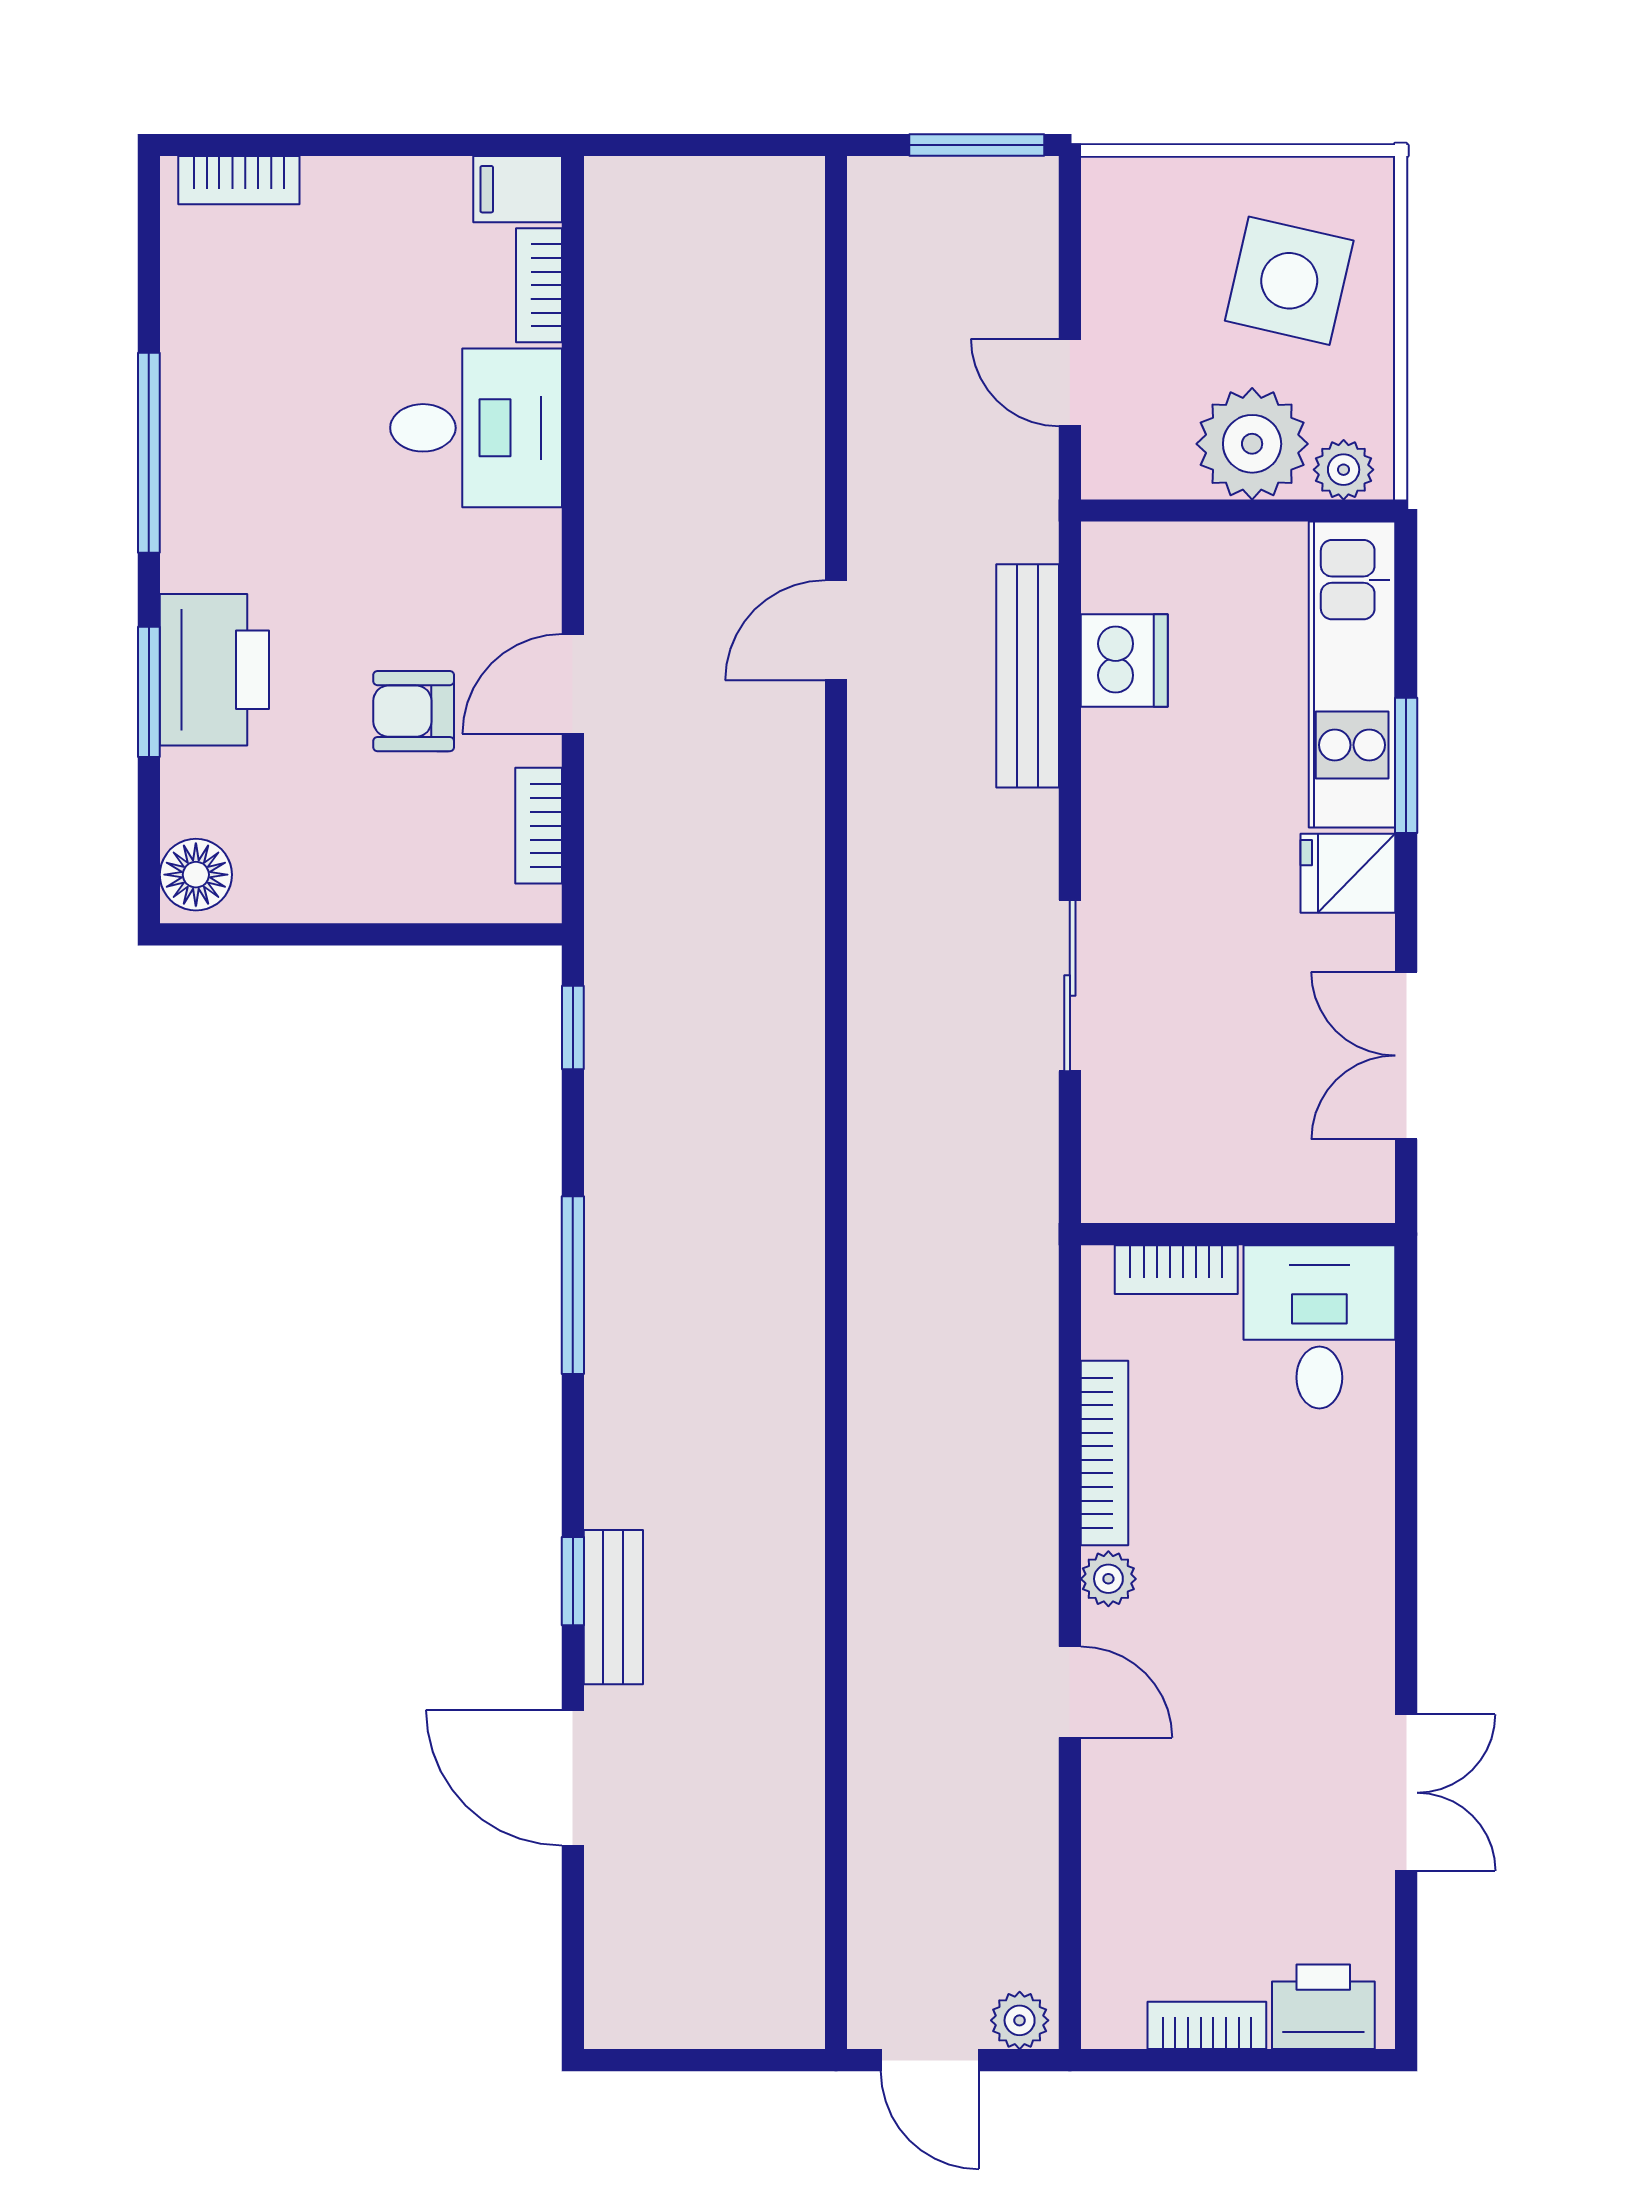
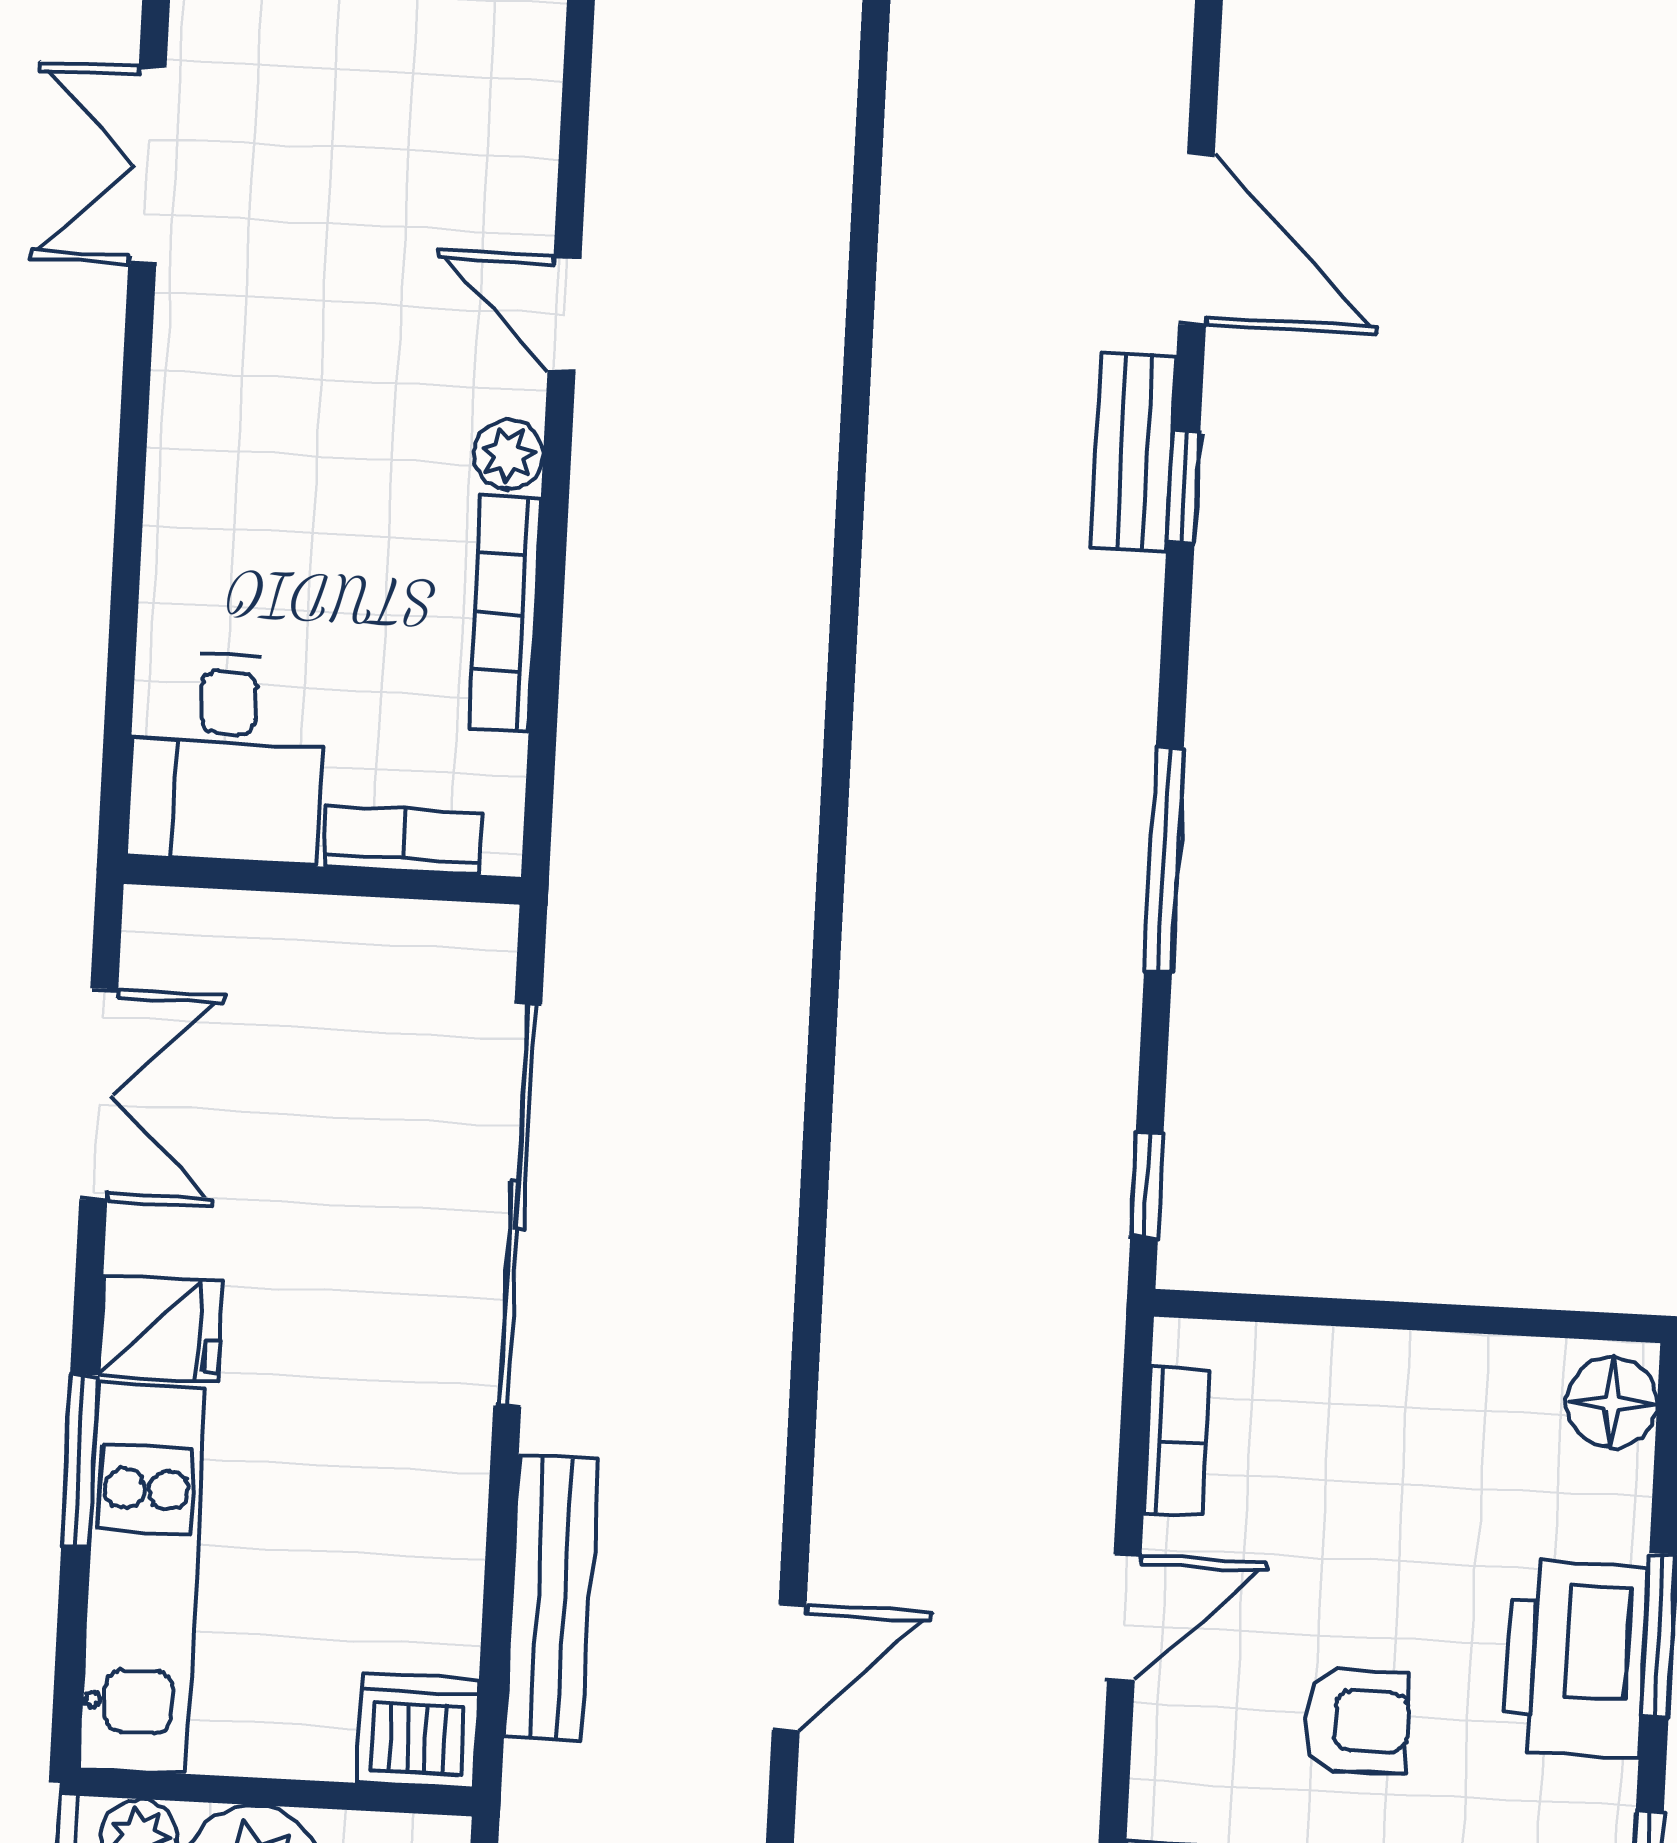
dishwasher: (1124, 660) -> (418, 1731), moved, turned 90
armchair: (414, 711) -> (1357, 1721), moved
sliding door: (1070, 986) -> (518, 1205), width x1.86

